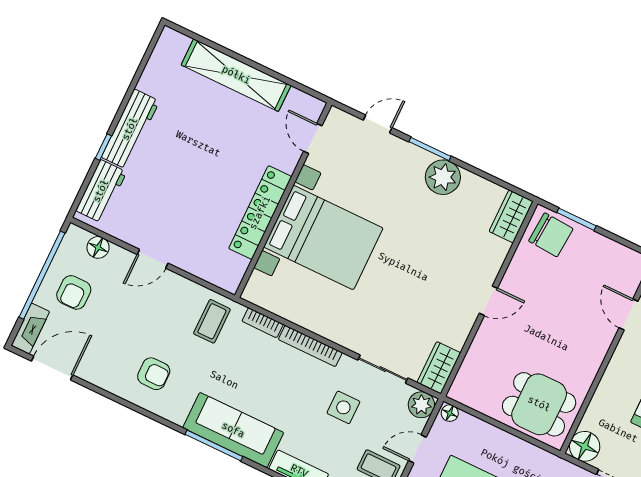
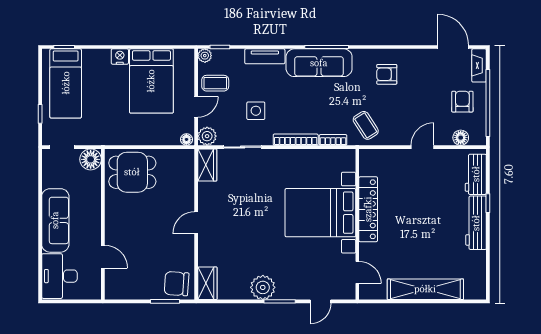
coffee table: (212, 321) -> (366, 125), turned -33
door: (52, 368) -> (453, 47), swing flipped

